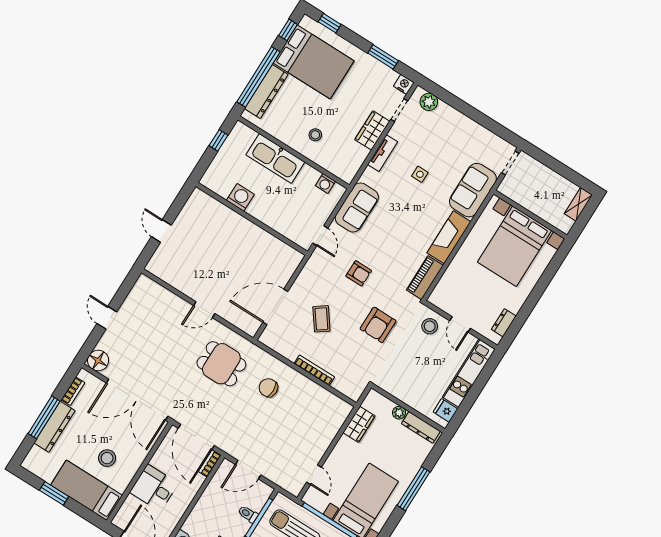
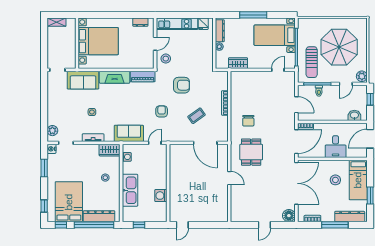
wardrobe: (372, 130) -> (110, 150), moved
door: (161, 231) -> (182, 225), moved
dresser: (55, 427) -> (350, 217), moved

